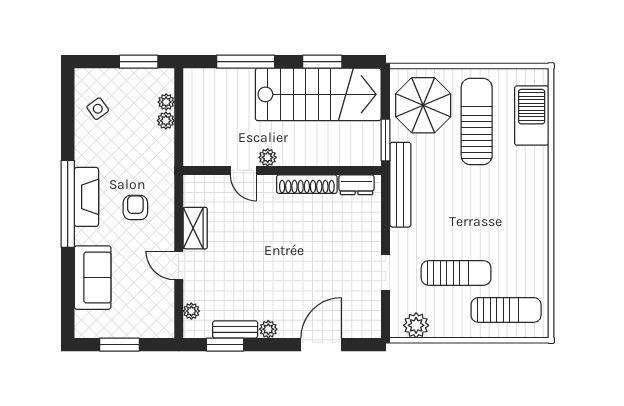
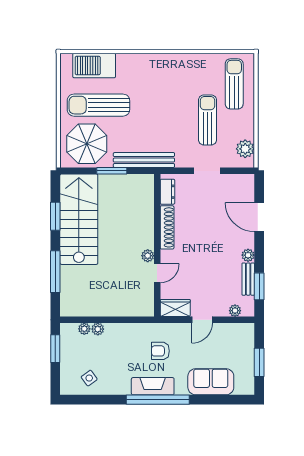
plant: (268, 157) -> (148, 256), moved
door: (243, 170) -> (157, 273), moved
wall: (282, 170) -> (157, 245), moved
shoe rack: (307, 184) -> (167, 227), moved
dresser: (356, 185) -> (167, 192), moved

